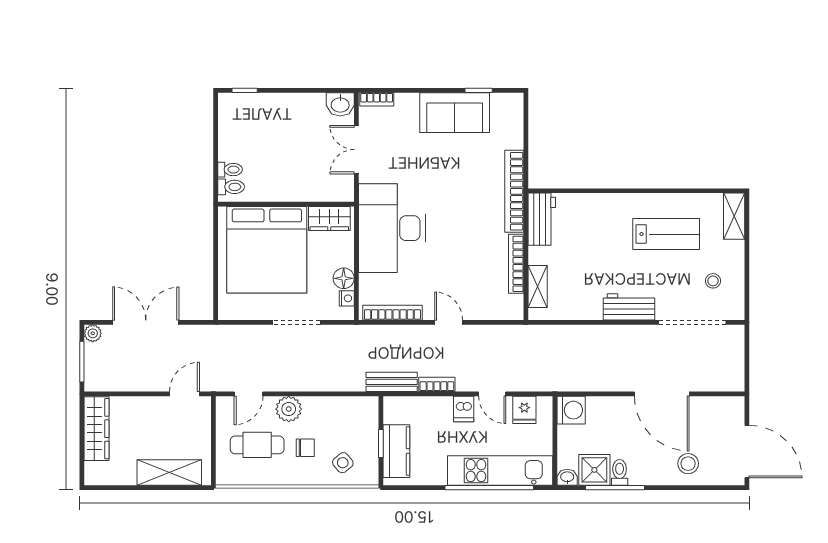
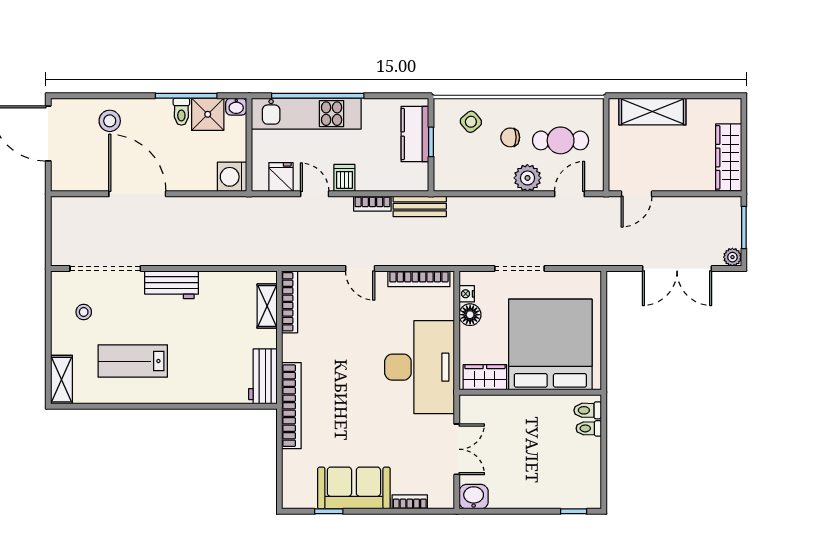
bookcase: (377, 99) -> (410, 502), moved
bookcase: (516, 264) -> (290, 302), moved

